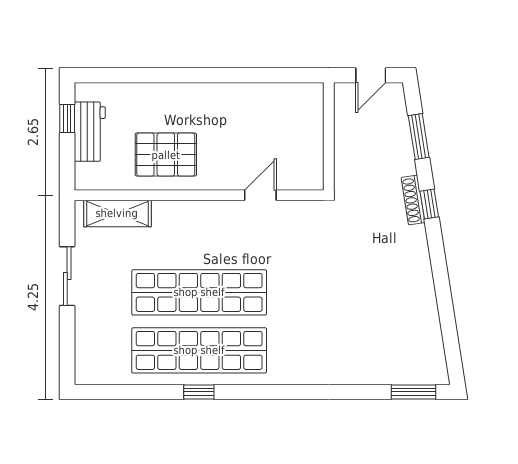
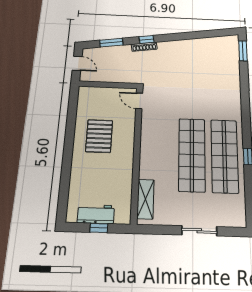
window: (67, 119) -> (99, 228), moved
pallet: (166, 155) -> (99, 136), moved
door: (260, 195) -> (139, 101), moved
sliding door: (67, 276) -> (199, 231), moved

